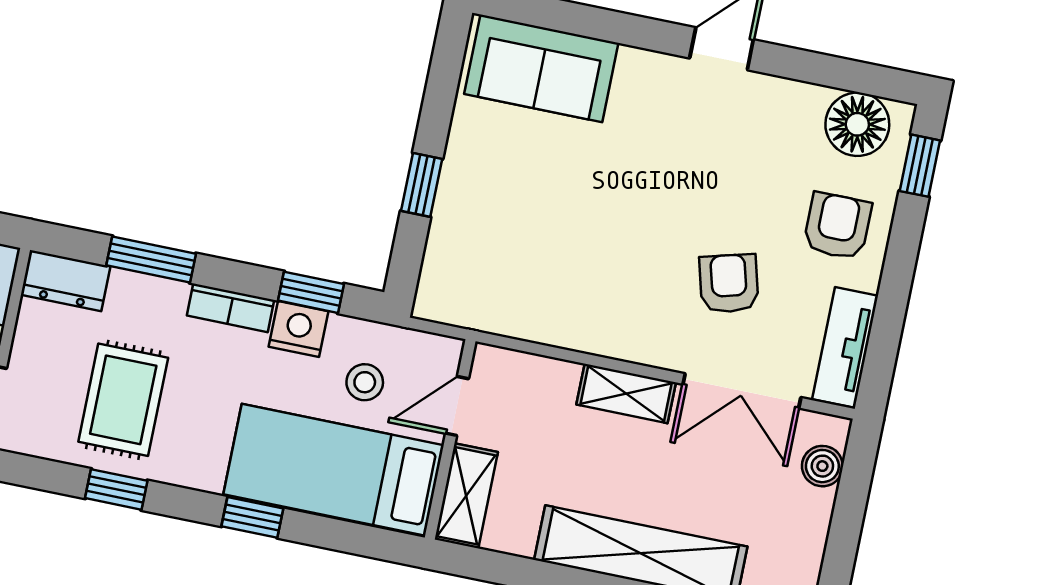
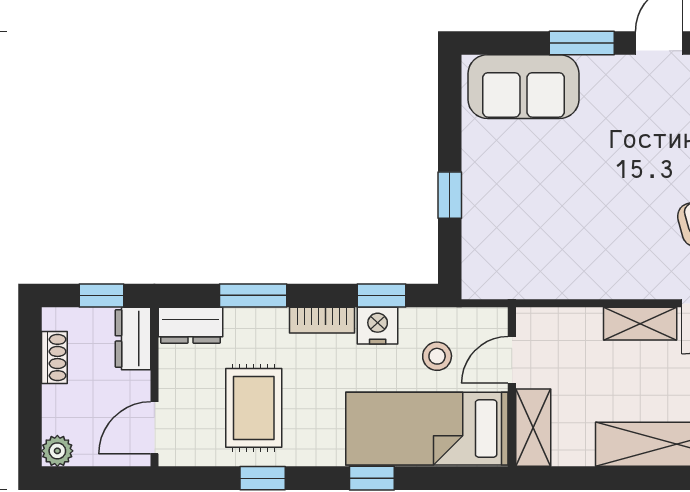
window: (625, 29) -> (582, 43), added

